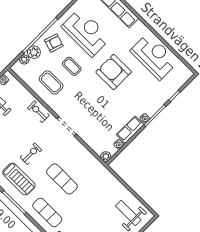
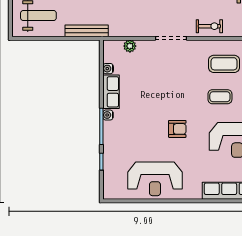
armchair: (114, 72) -> (177, 129), width x0.53, depth x0.53
plant: (106, 156) -> (130, 46), moved
bench: (110, 178) -> (87, 31), added

